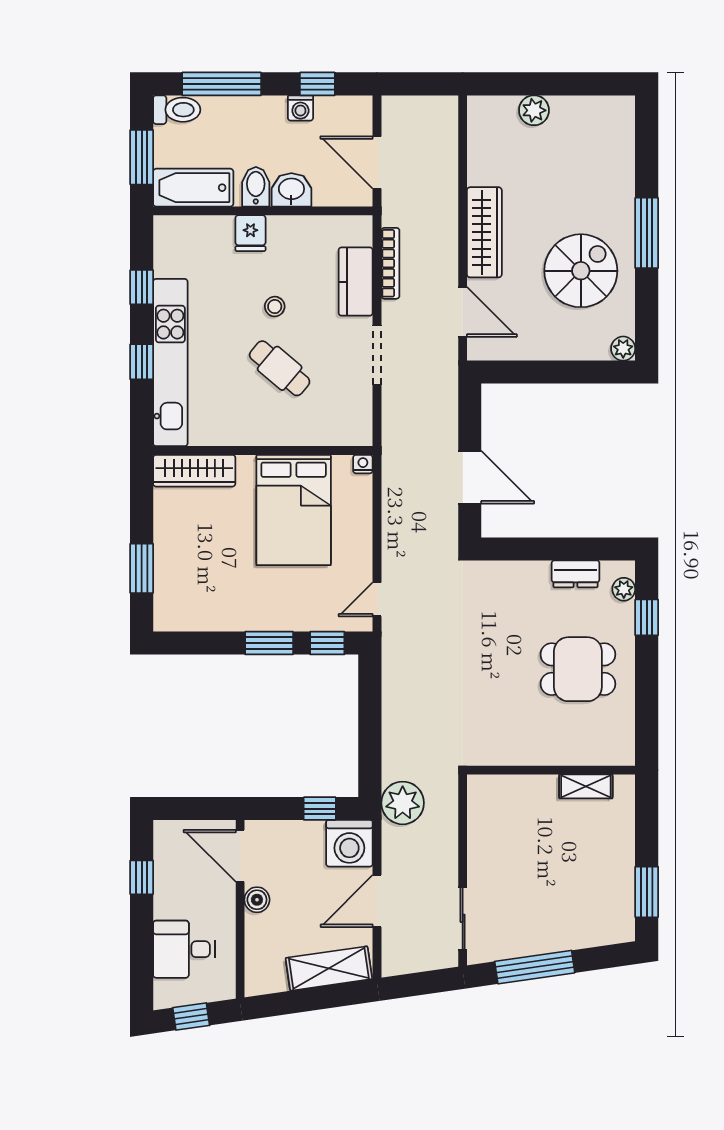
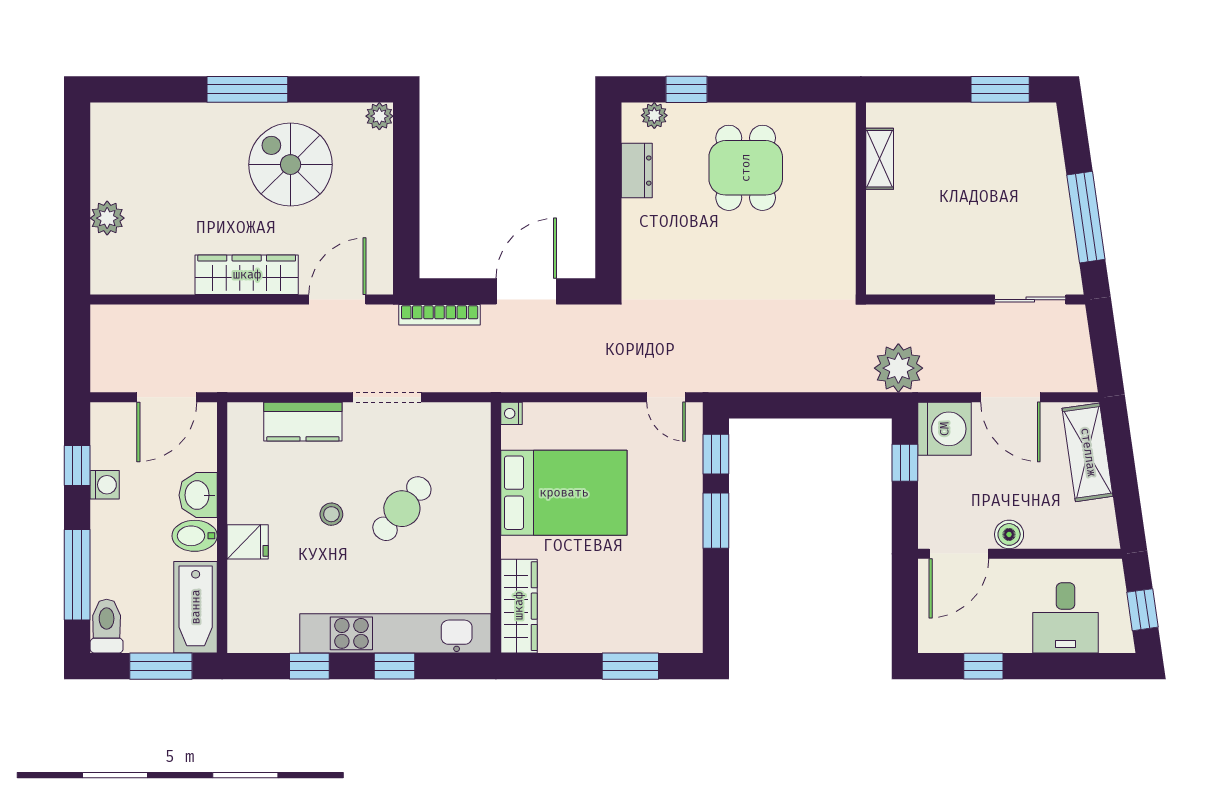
bookcase: (390, 263) -> (440, 315), moved, turned 180

